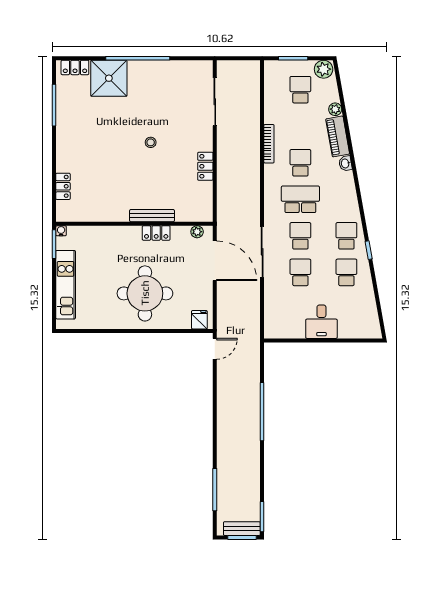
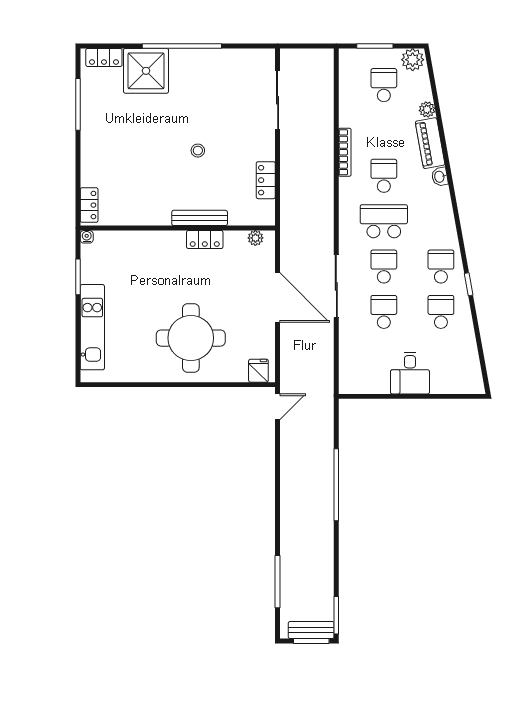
bench: (152, 216) -> (200, 218), moved
wall: (134, 224) -> (178, 228), moved
water cooler: (61, 231) -> (87, 237), moved
plant: (197, 232) -> (255, 238), moved
locker: (156, 233) -> (205, 240), moved

